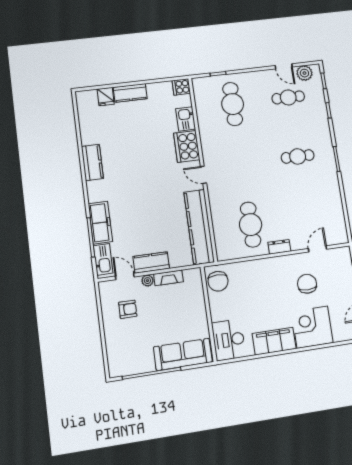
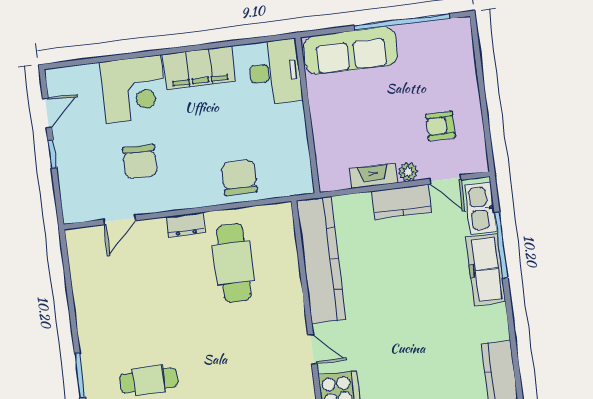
chair: (218, 281) -> (239, 178), moved

